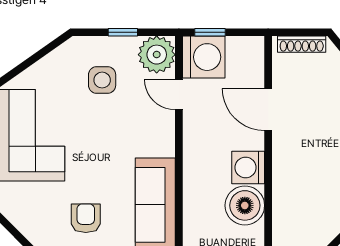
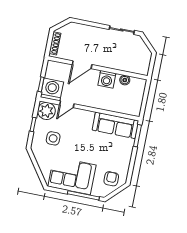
boiler: (245, 205) -> (125, 80), width x0.54, depth x0.54
armchair: (86, 218) -> (111, 179), moved, turned 90

